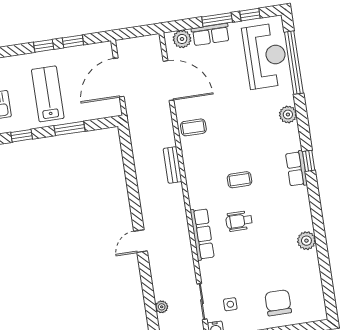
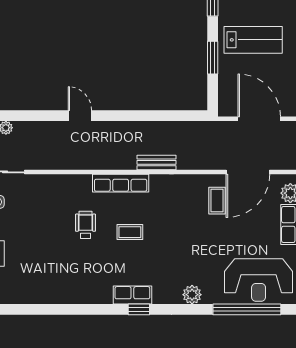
coffee table: (193, 127) -> (217, 201), moved
coffee table: (240, 180) -> (130, 232), turned 90
row of seats: (202, 234) -> (121, 183), moved
plant: (306, 241) -> (53, 294), removed

